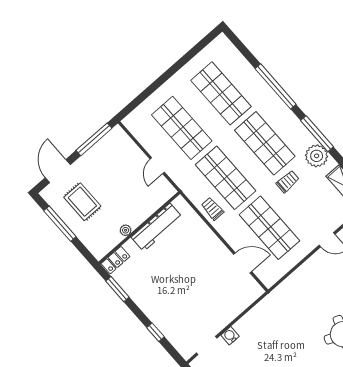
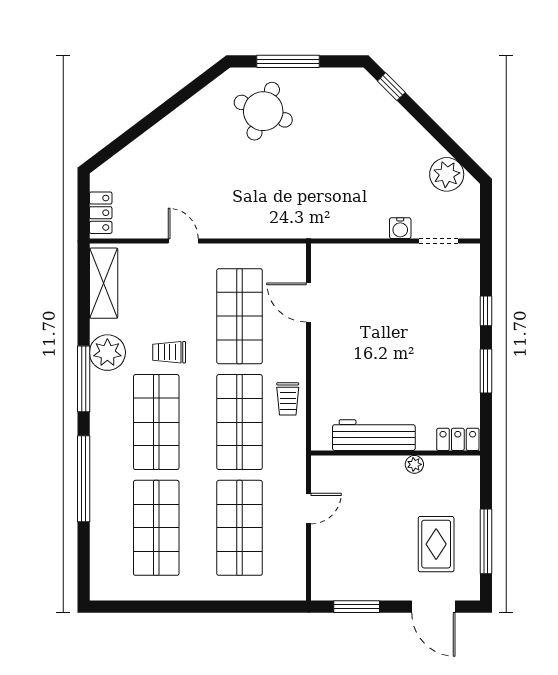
window: (94, 139) -> (357, 607), width x0.69
door: (58, 171) -> (433, 607), hinge flipped
window: (117, 289) -> (486, 371), moved

